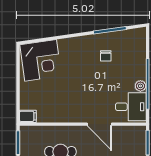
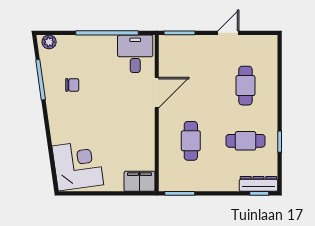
plant: (140, 86) -> (49, 42), moved
filing cabinet: (28, 116) -> (139, 181), width x2.00

